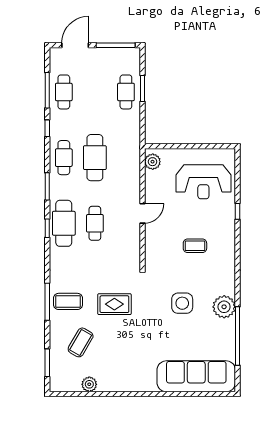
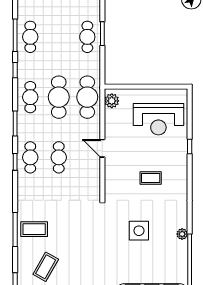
cafe table: (126, 158) -> (87, 97), added
door: (142, 213) -> (102, 148), swing flipped
cafe table: (64, 223) -> (30, 157), width x0.73, depth x0.74
rug: (114, 304) -> (77, 232), removed
plant: (224, 307) -> (182, 234), width x0.53, depth x0.53

